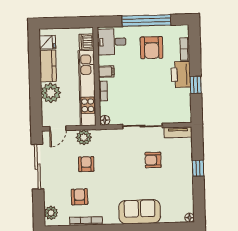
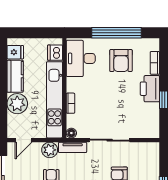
desk: (112, 42) -> (81, 58), width x1.37
filing cabinet: (106, 72) -> (74, 84), removed
tv unit: (178, 132) -> (73, 147), moved

